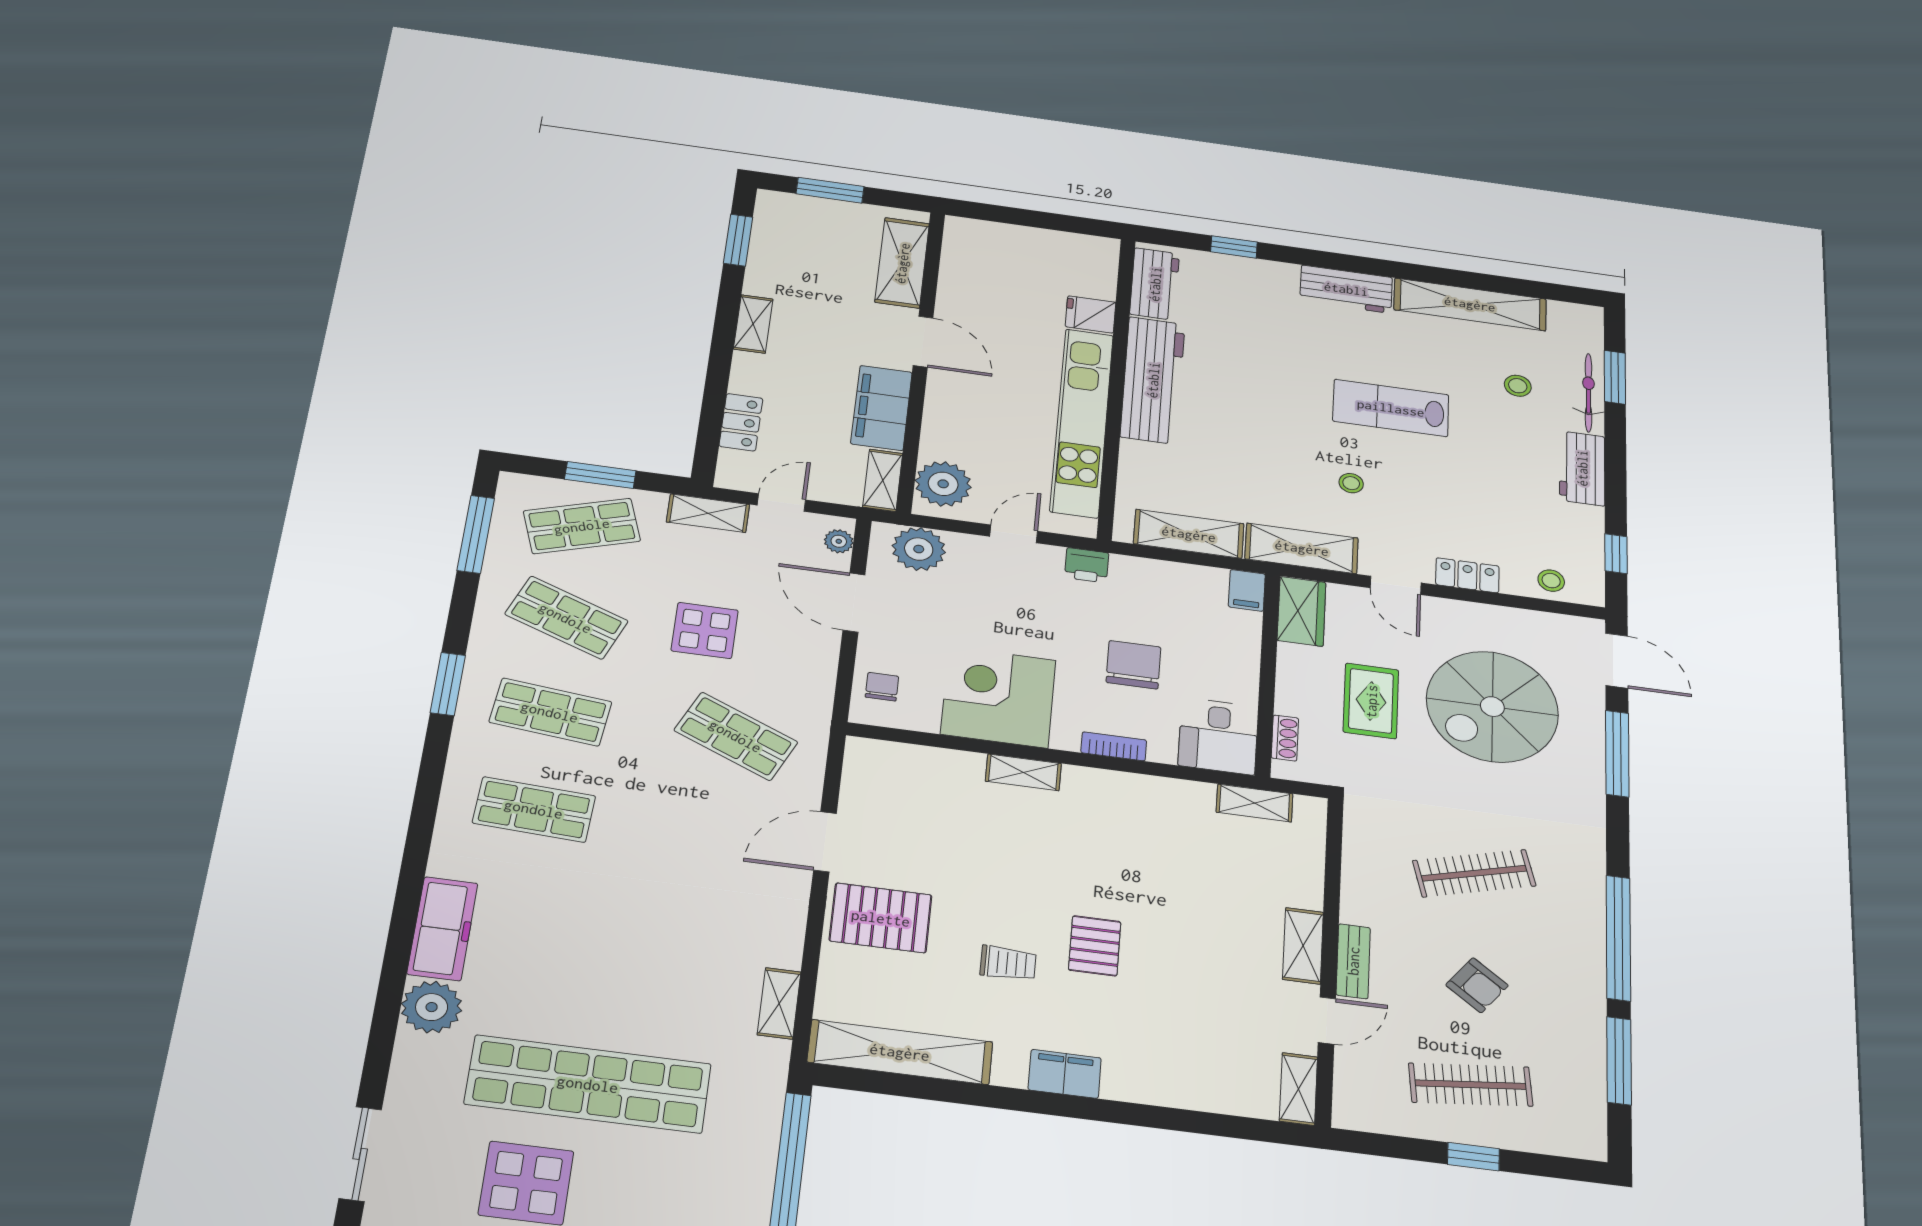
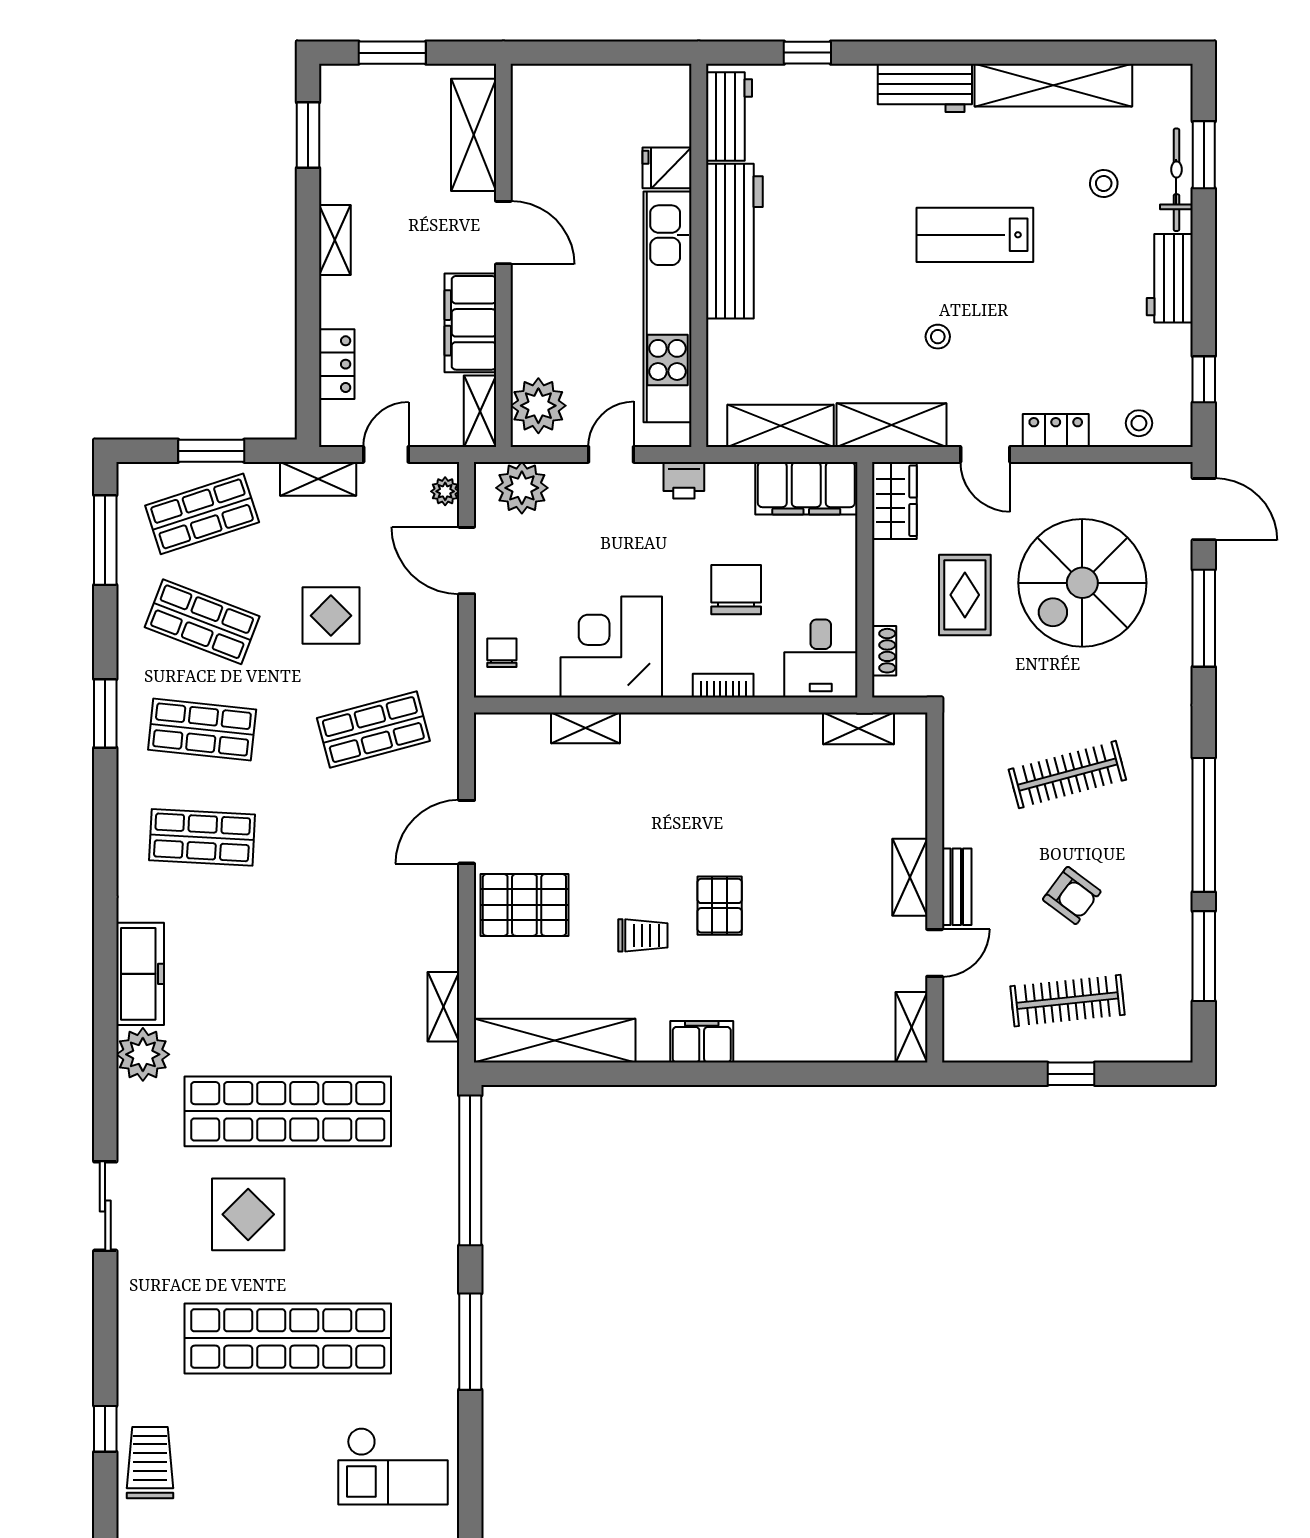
filing cabinet: (1247, 590) -> (806, 488), width x3.00, depth x1.17
shop shelf: (736, 736) -> (373, 730), turned -39
shelving: (1023, 772) -> (585, 728), moved

